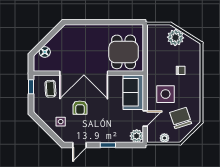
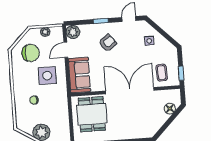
armchair: (80, 108) -> (108, 43), moved, turned 53
chair: (181, 118) -> (31, 53), turned -72

